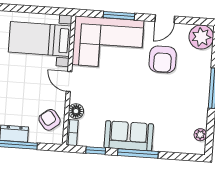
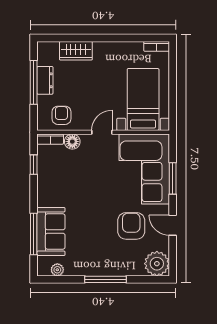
armchair: (163, 59) -> (131, 226), turned 90
armchair: (50, 120) -> (61, 115), turned -52
sofa: (129, 136) -> (51, 232), moved
window: (138, 153) -> (34, 234), moved

